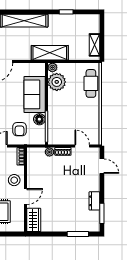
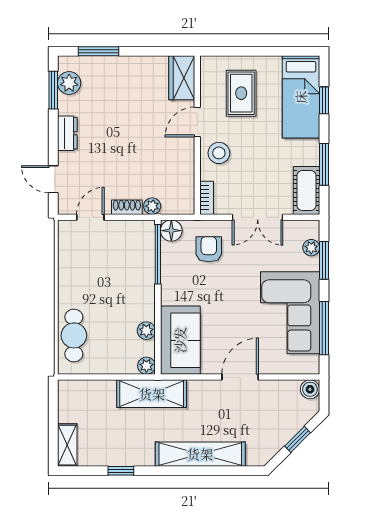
shelving: (94, 45) -> (67, 445), moved
plant: (57, 82) -> (146, 331), width x0.53, depth x0.53
sofa: (35, 94) -> (180, 340), moved
floor lamp: (39, 119) -> (171, 231), moved
door: (82, 146) -> (90, 217), swing flipped
dresser: (94, 201) -> (67, 133), moved
plant: (93, 217) -> (69, 83), added

